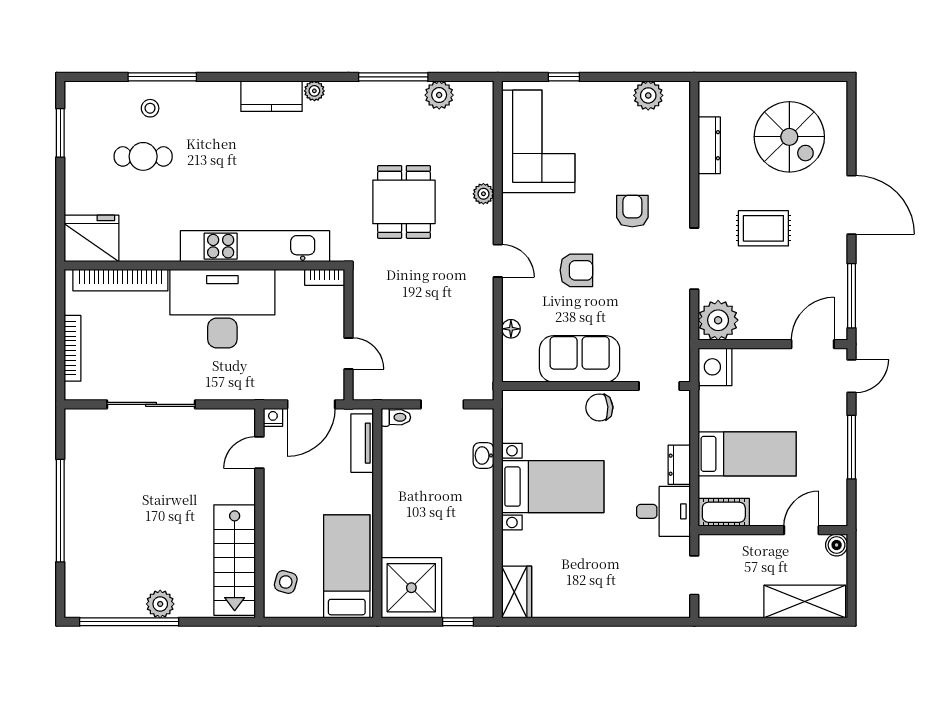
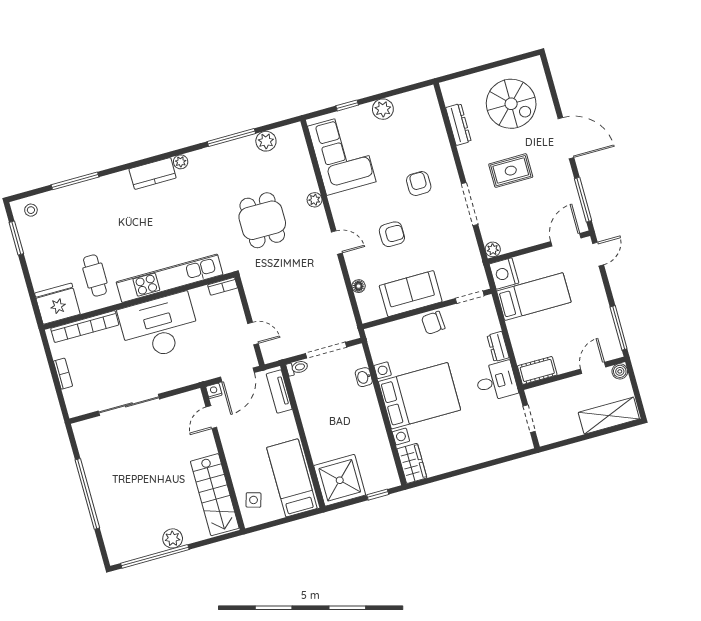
plant: (648, 95) -> (383, 109), moved
stool: (150, 108) -> (31, 210), moved
cafe table: (143, 156) -> (95, 276), moved, turned 90
plant: (718, 320) -> (493, 249), width x0.53, depth x0.53
bookcase: (73, 348) -> (63, 374), width x0.64
doorway: (442, 404) -> (326, 350), width x1.38
window: (851, 447) -> (619, 328), moved
bed: (747, 454) -> (534, 297), moved
bed with nightstands: (553, 487) -> (419, 396), width x1.36

